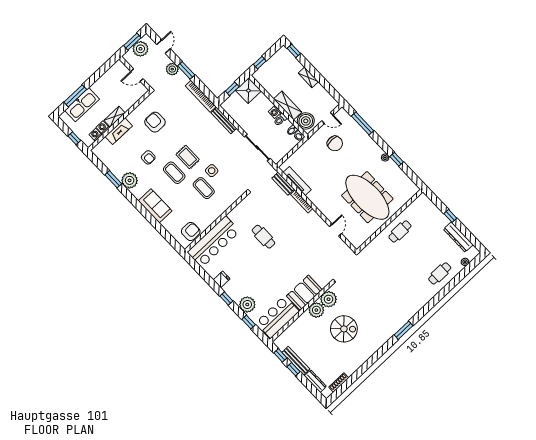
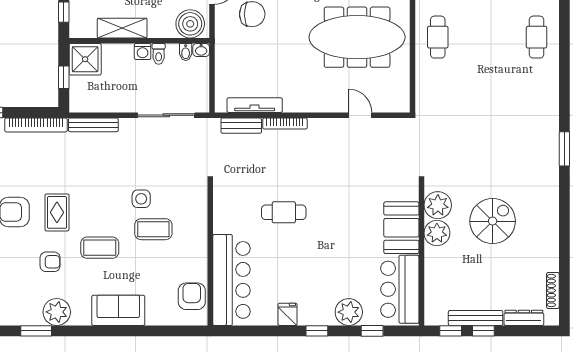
shelving: (288, 106) -> (122, 28), moved
rug: (188, 157) -> (57, 212), moved, turned 90

